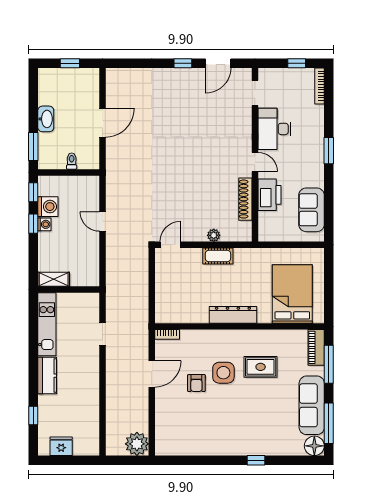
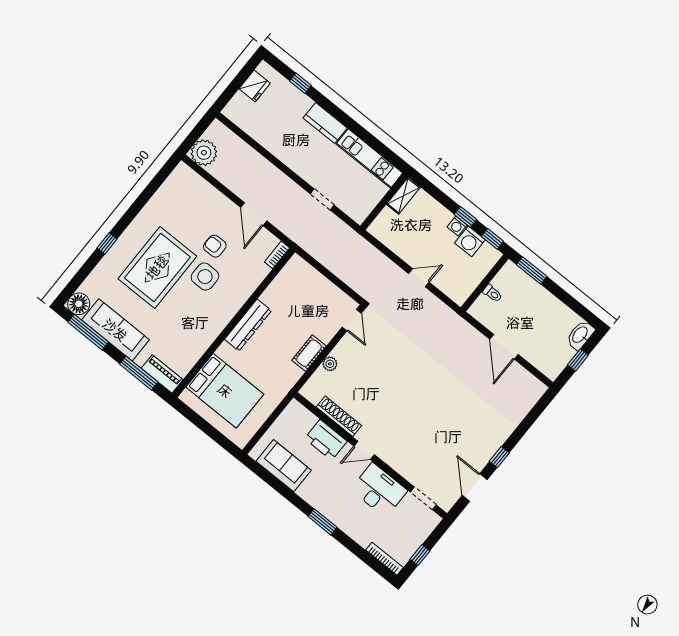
washbasin: (46, 119) -> (580, 335), moved, turned 90
rug: (261, 367) -> (157, 267), moved, width x1.86, depth x2.06

